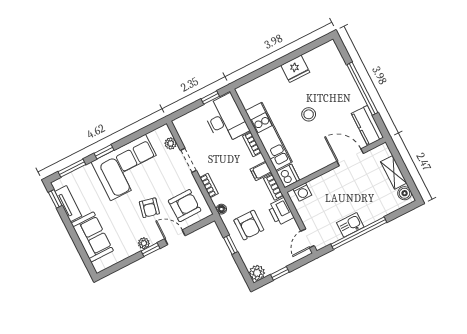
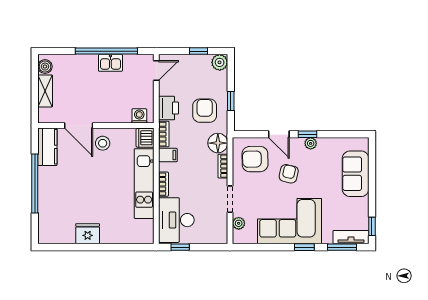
stool: (309, 114) -> (103, 143), moved
tv unit: (68, 204) -> (351, 237), moved, turned 90
floor lamp: (221, 209) -> (218, 143), width x1.89, depth x1.89

